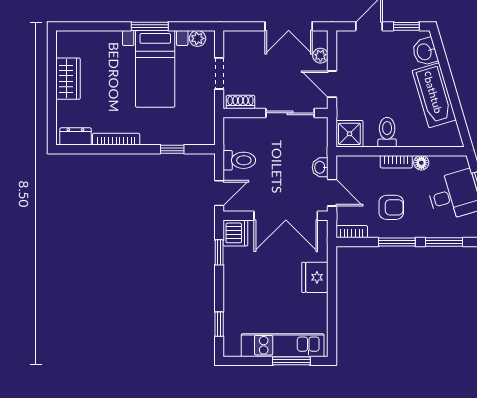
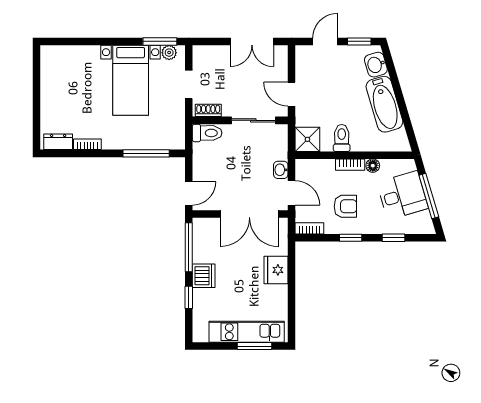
window: (150, 26) -> (160, 41), moved
plant: (320, 56) -> (281, 68), removed
wardrobe: (68, 79) -> (51, 89), removed
bookcase: (116, 139) -> (87, 144), width x0.64
window: (172, 149) -> (146, 153), width x2.17
toilet: (239, 160) -> (207, 133), moved
dishwasher: (235, 233) -> (204, 276), moved
window: (397, 242) -> (351, 238), width x0.67
window: (444, 242) -> (394, 238), width x0.67
window: (219, 252) -> (189, 247), width x2.17
window: (219, 324) -> (189, 297), moved

